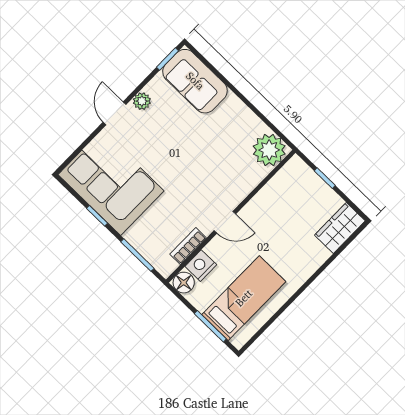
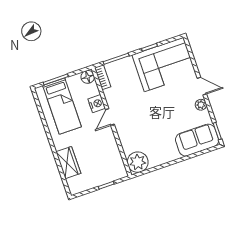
wardrobe: (340, 228) -> (68, 163), moved
bookcase: (188, 246) -> (103, 77), moved
nightstand: (201, 266) -> (97, 104), moved

